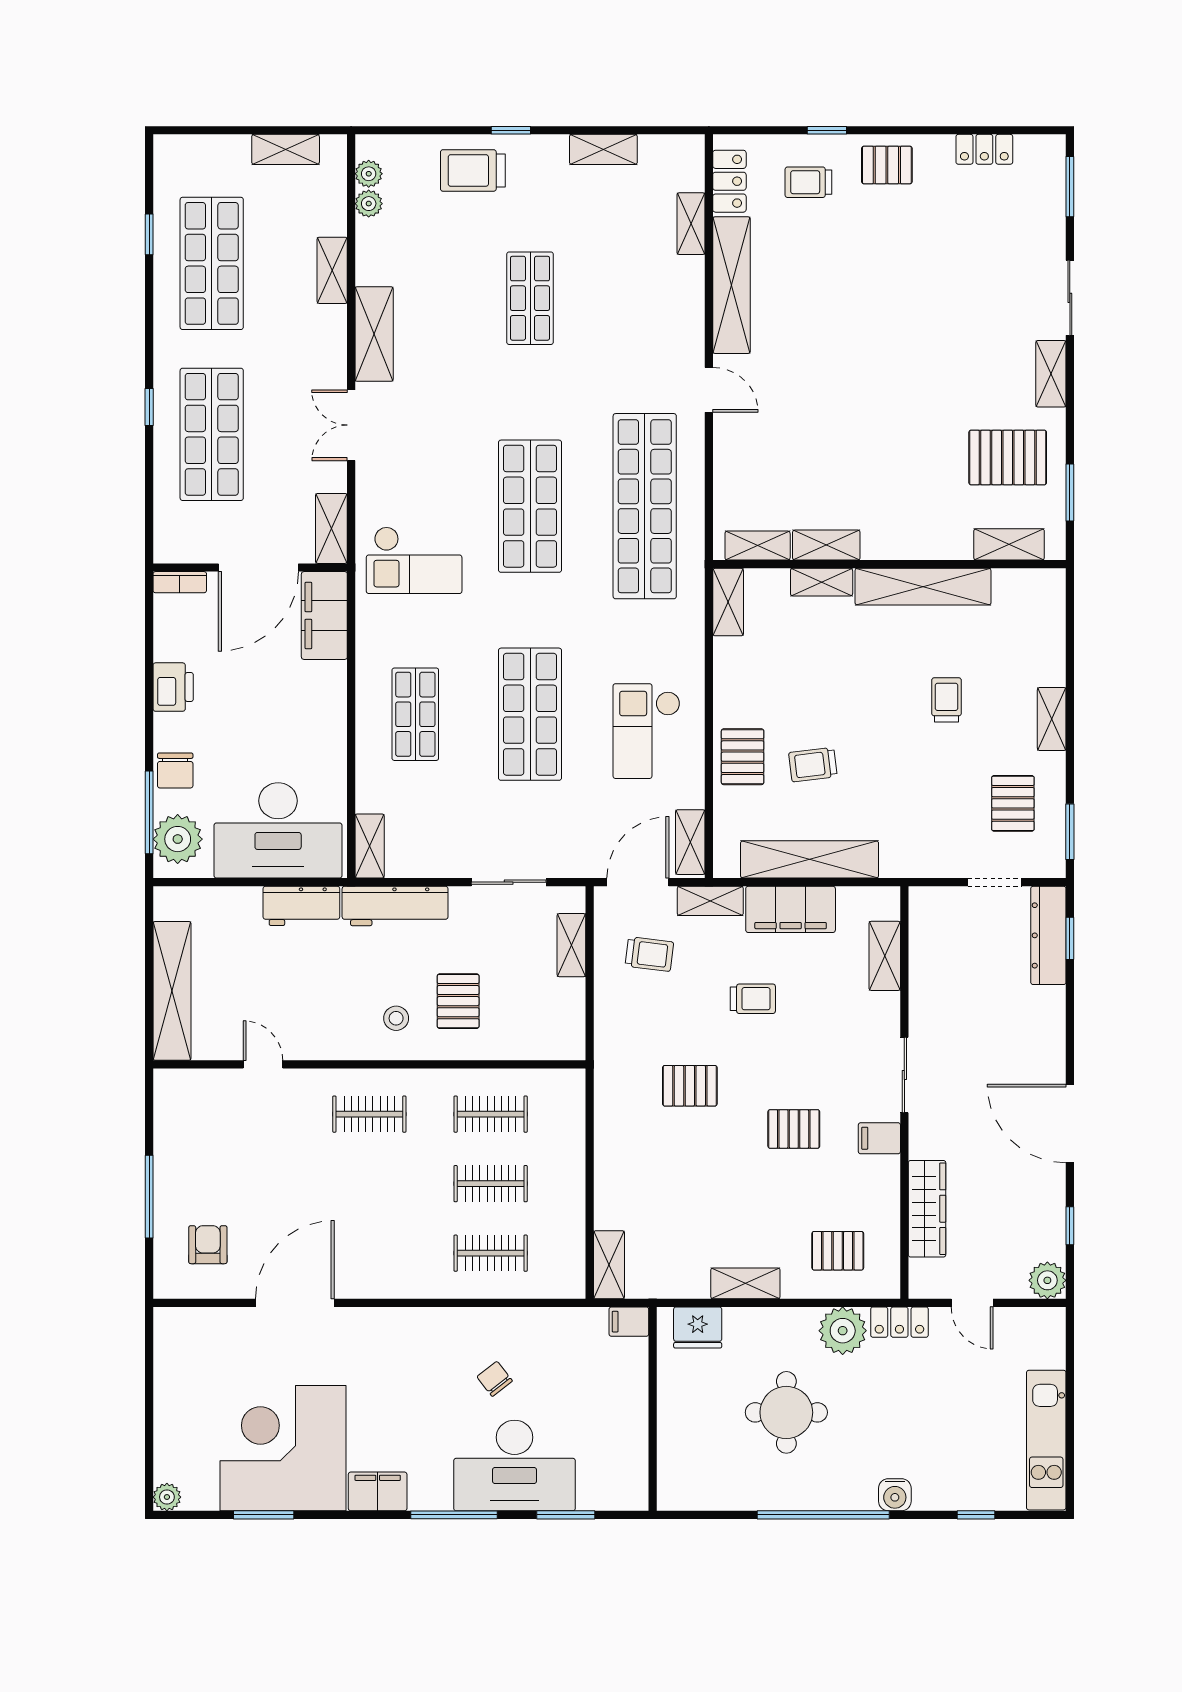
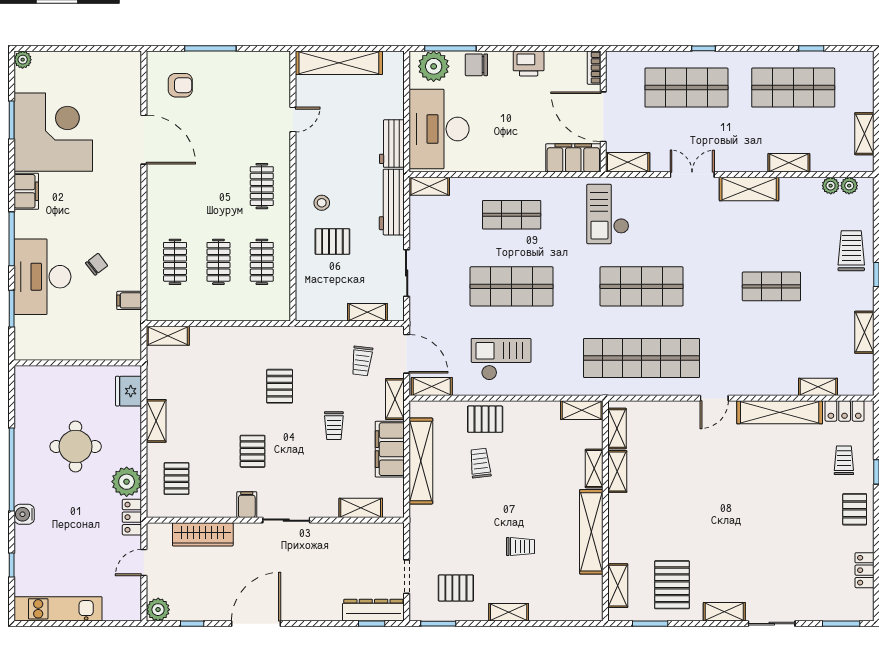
filing cabinet: (629, 1322) -> (129, 300), moved, turned -90

